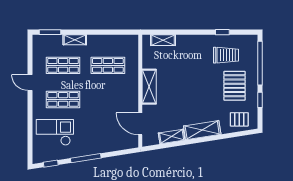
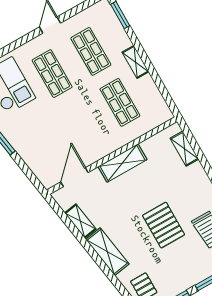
shelving: (75, 40) -> (135, 62), moved
pallet: (235, 86) -> (164, 225), moved, turned 90

